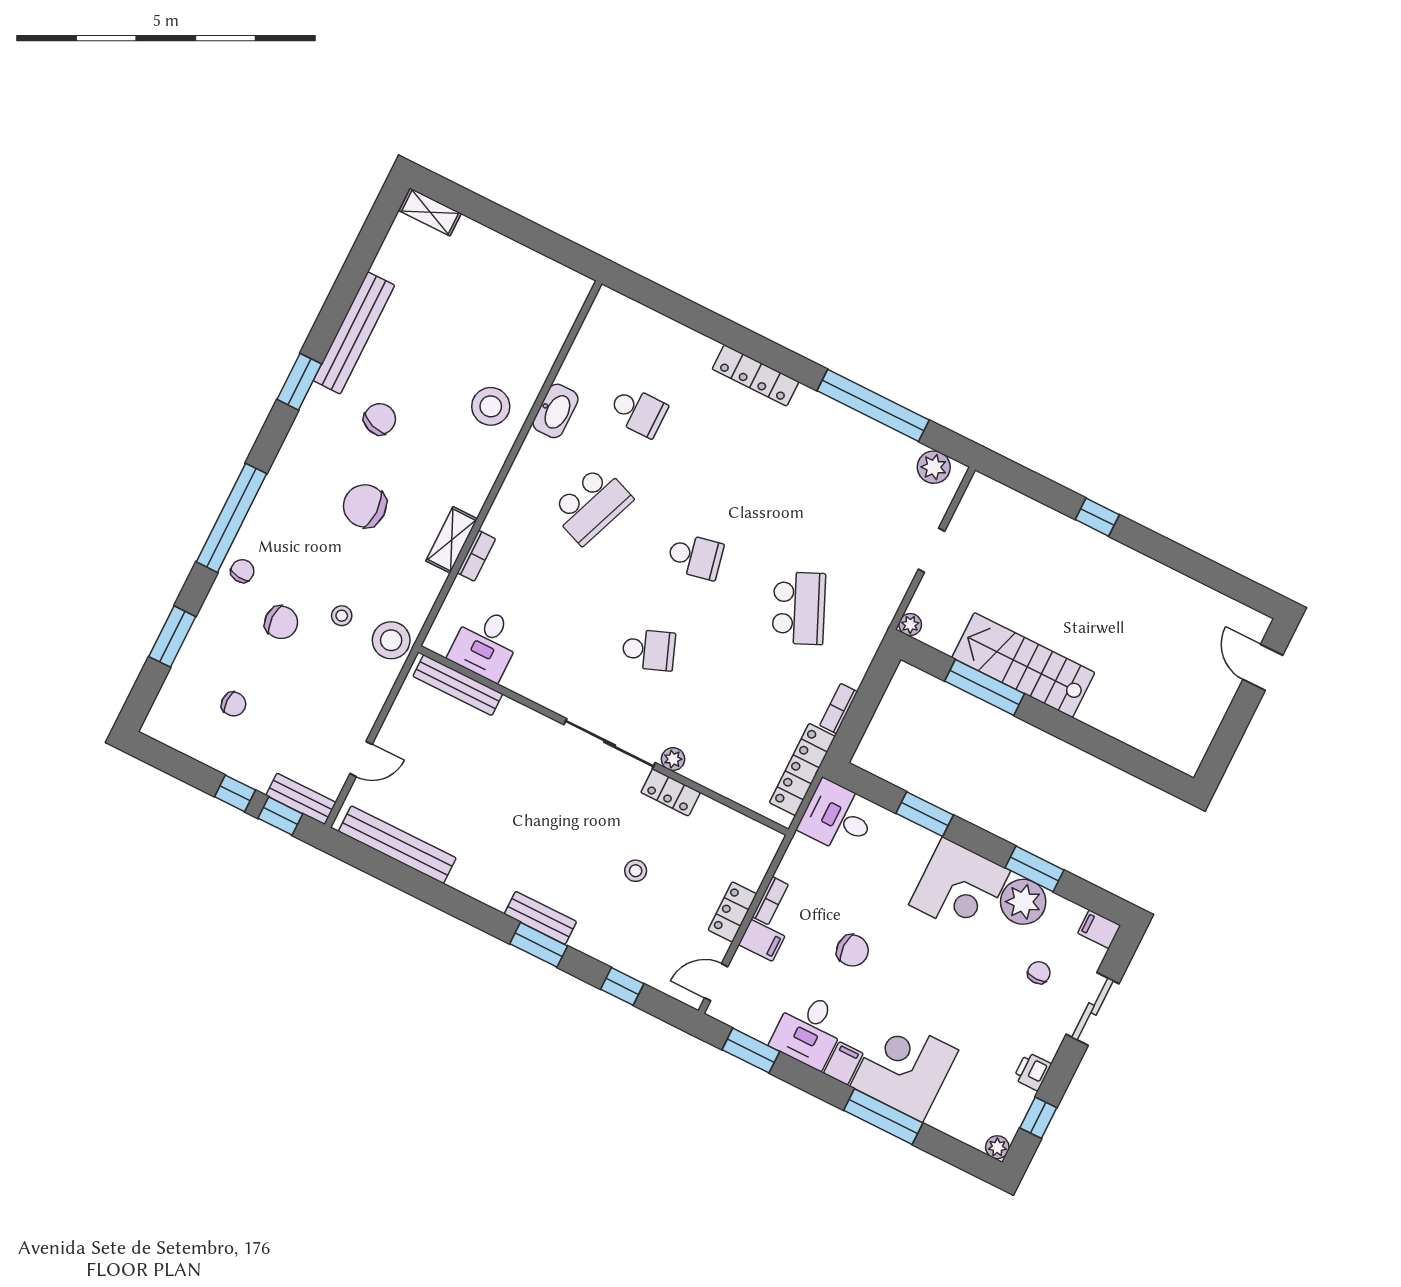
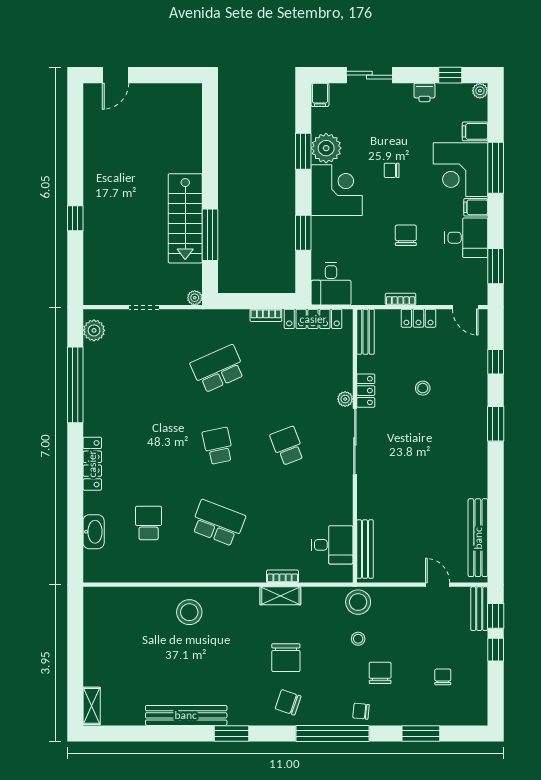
washbasin: (555, 411) -> (94, 532), moved, turned 90
chair: (380, 419) -> (288, 702), moved
bench: (540, 918) -> (365, 332), moved
filing cabinet: (762, 940) -> (475, 131), moved, turned -90
chair: (1039, 973) -> (392, 170), moved

